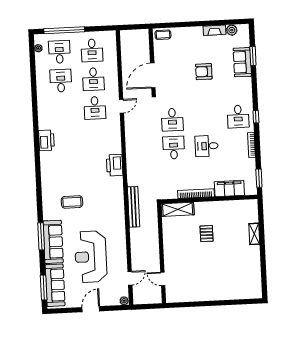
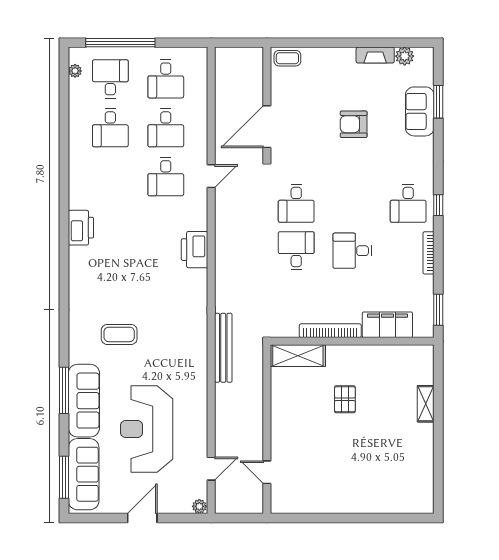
desk: (61, 81) -> (110, 128), turned 180
printer: (115, 165) -> (195, 250), moved

